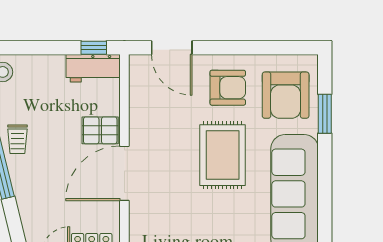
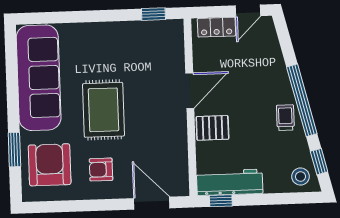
workbench: (93, 68) -> (230, 182), width x1.38
armchair: (228, 88) -> (101, 170), width x0.72, depth x0.72
door: (124, 173) -> (190, 91), width x0.73

